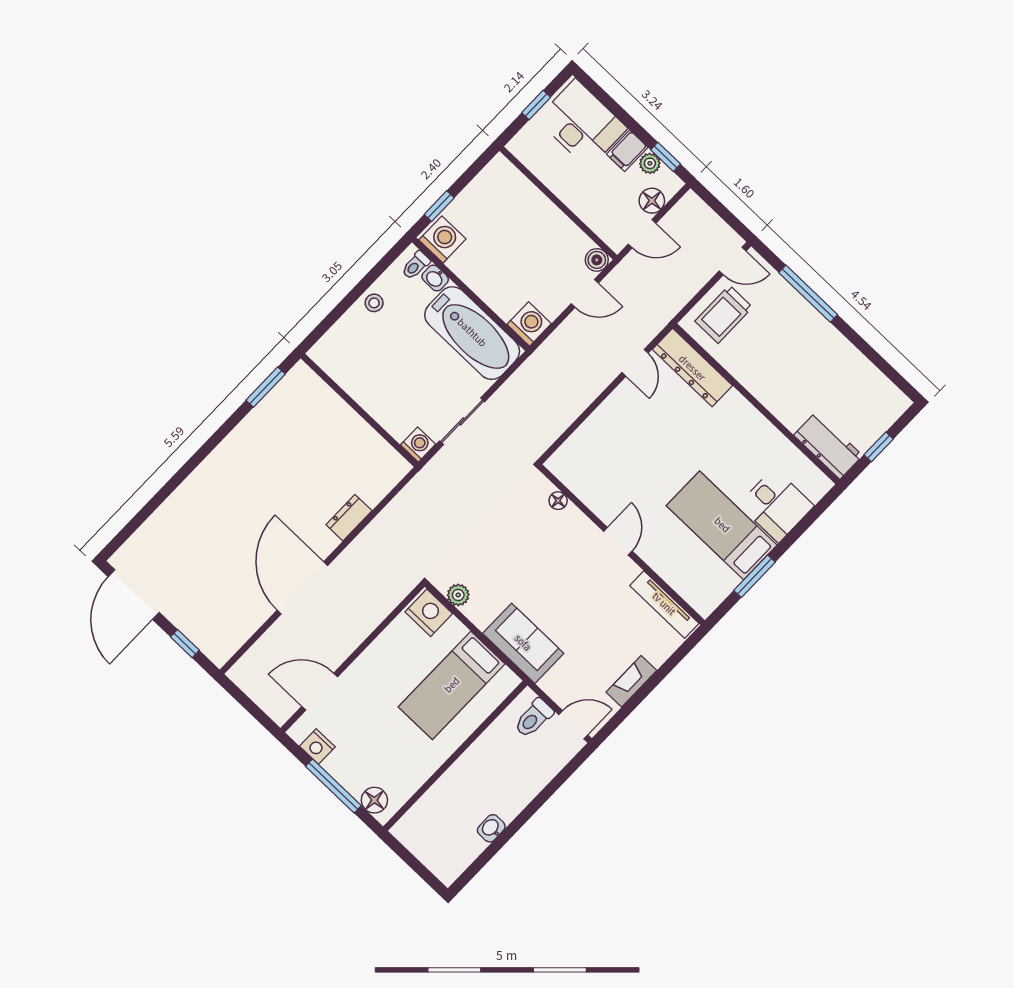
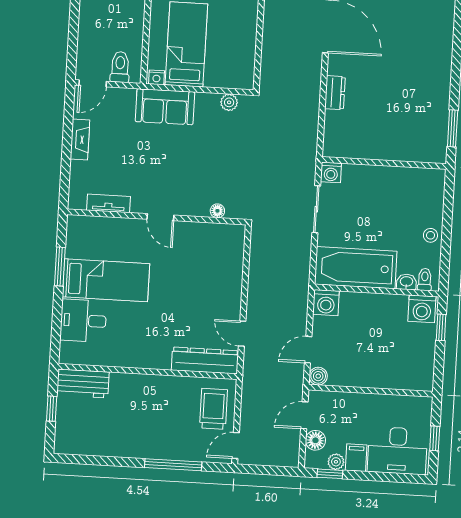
tv unit: (664, 604) -> (109, 203), width x0.71
nightstand: (429, 613) -> (156, 77), moved, width x0.53, depth x0.56

